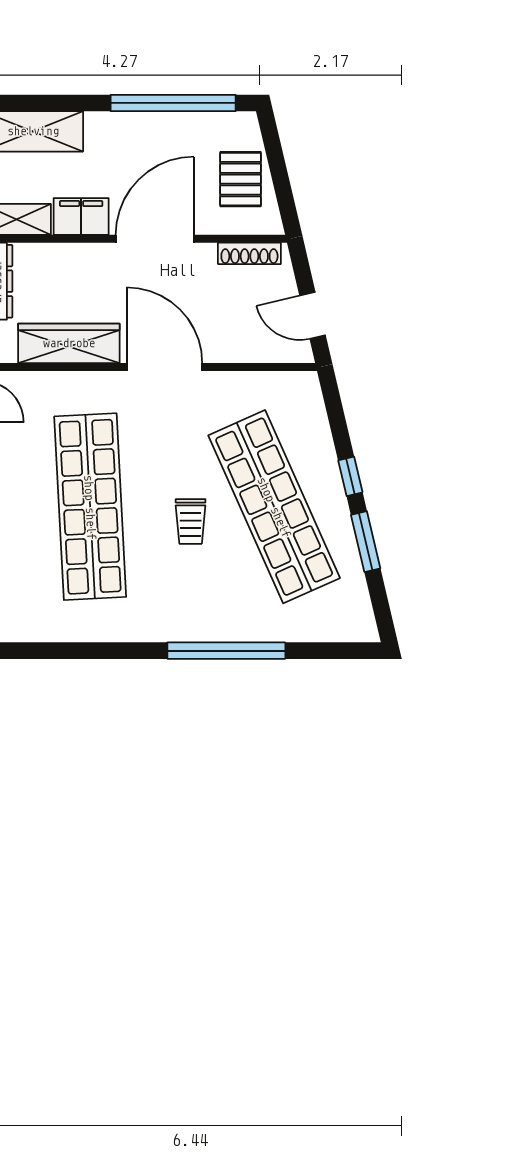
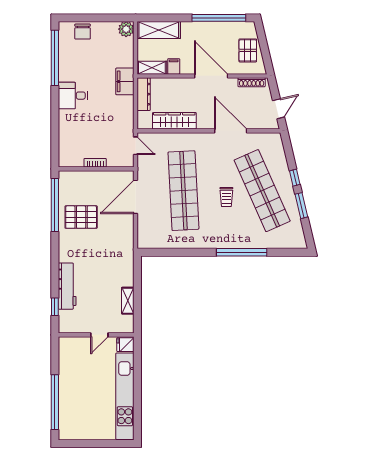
filing cabinet: (81, 216) -> (174, 66), width x0.50
door: (155, 239) -> (211, 76), hinge flipped
door: (313, 315) -> (279, 109), swing flipped
door: (164, 367) -> (231, 131), moved

